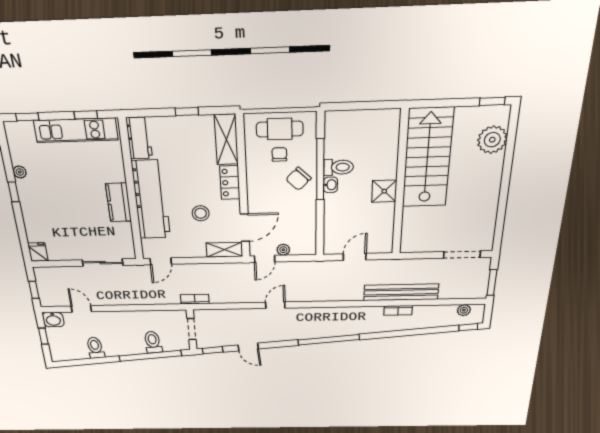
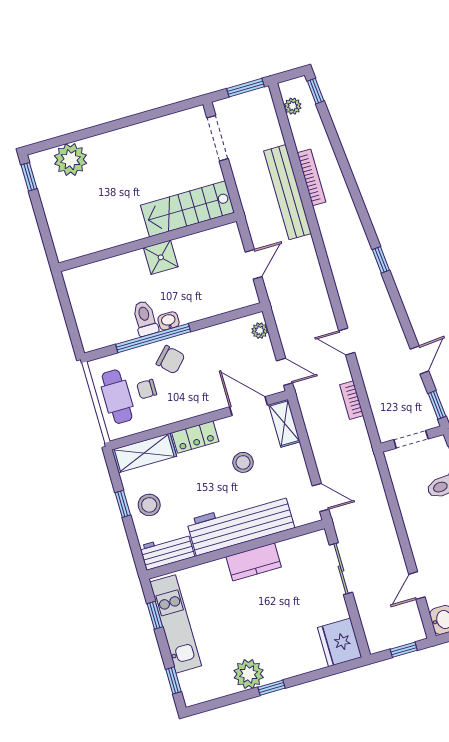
stool: (181, 133) -> (149, 505), added
stairs: (427, 158) -> (187, 209), moved, width x0.73, depth x0.66
plant: (20, 172) -> (249, 674), width x1.88, depth x1.88
plant: (283, 250) -> (260, 331), moved
fridge: (38, 252) -> (340, 642), width x1.88, depth x1.34
door: (355, 257) -> (254, 264), swing flipped
bookcase: (195, 299) -> (352, 400), moved
bookcase: (398, 310) -> (312, 177), width x1.56
window: (329, 340) -> (381, 260), width x0.32

